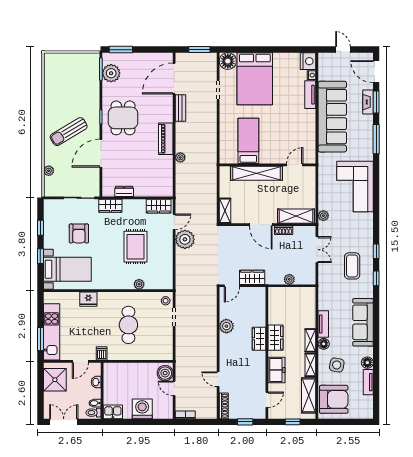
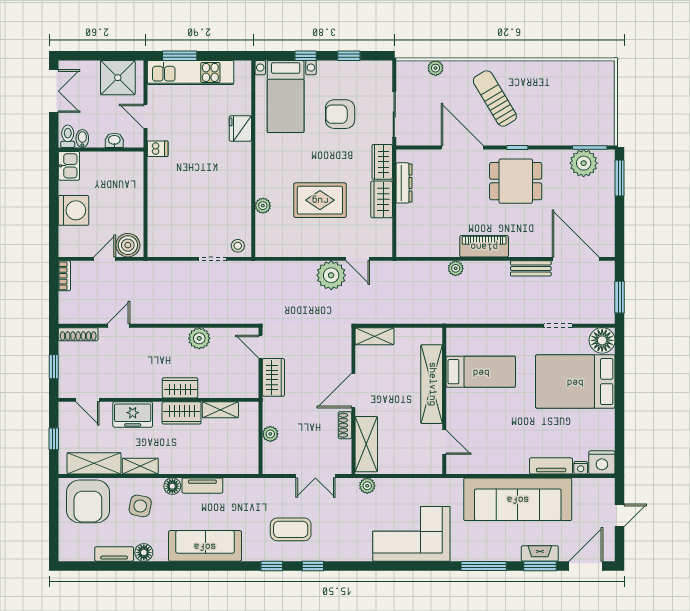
dresser: (124, 191) -> (404, 183), width x1.44
wardrobe: (159, 206) -> (382, 199), moved
cafe table: (128, 325) -> (201, 189), removed
shelving: (310, 340) -> (220, 410), moved

